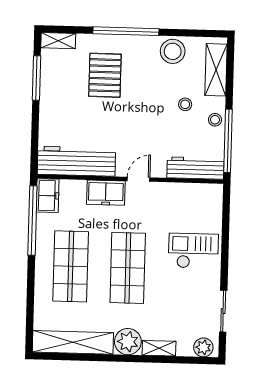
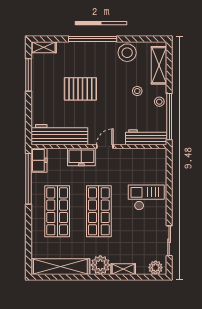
pallet: (105, 75) -> (80, 89), moved, turned 90

